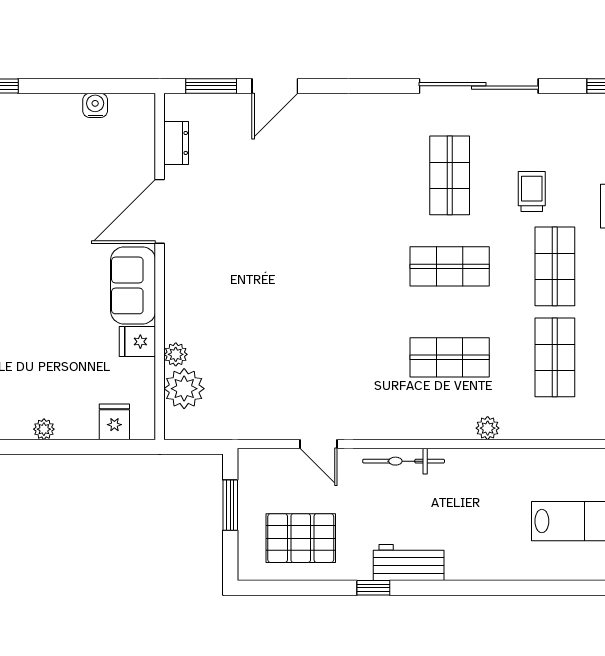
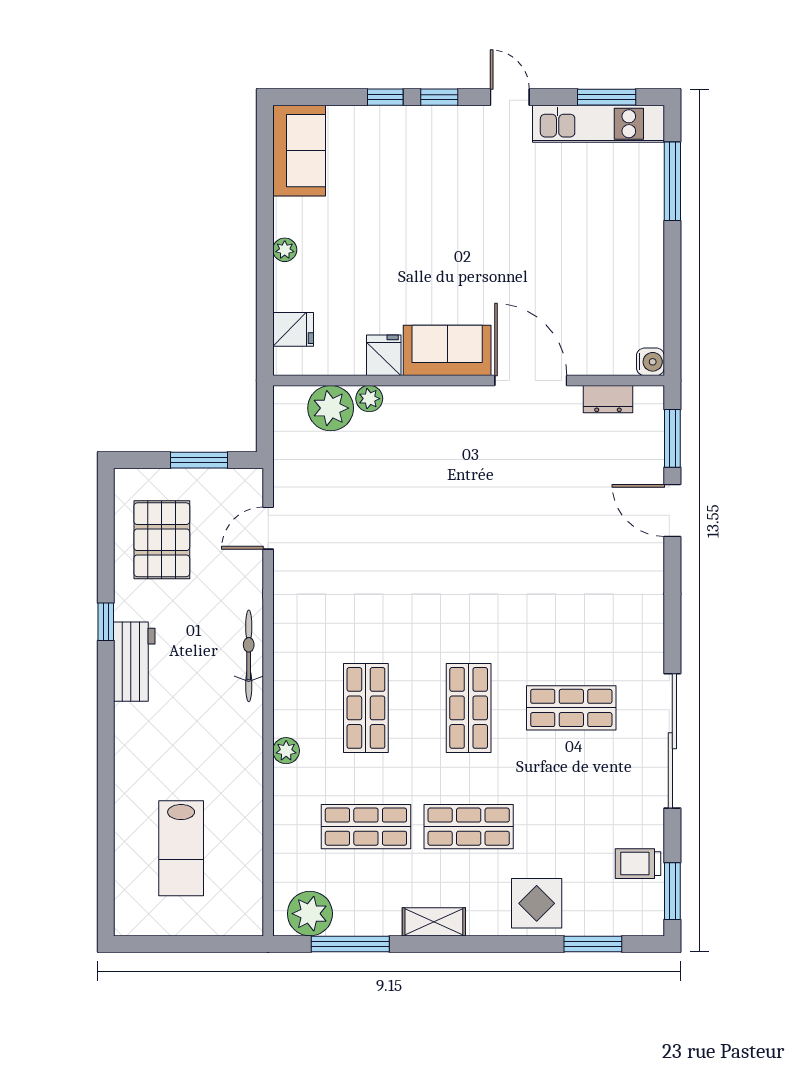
water cooler: (95, 105) -> (650, 362), moved
trolley: (532, 191) -> (638, 864), moved, turned 180
door: (318, 444) -> (268, 528), moved

